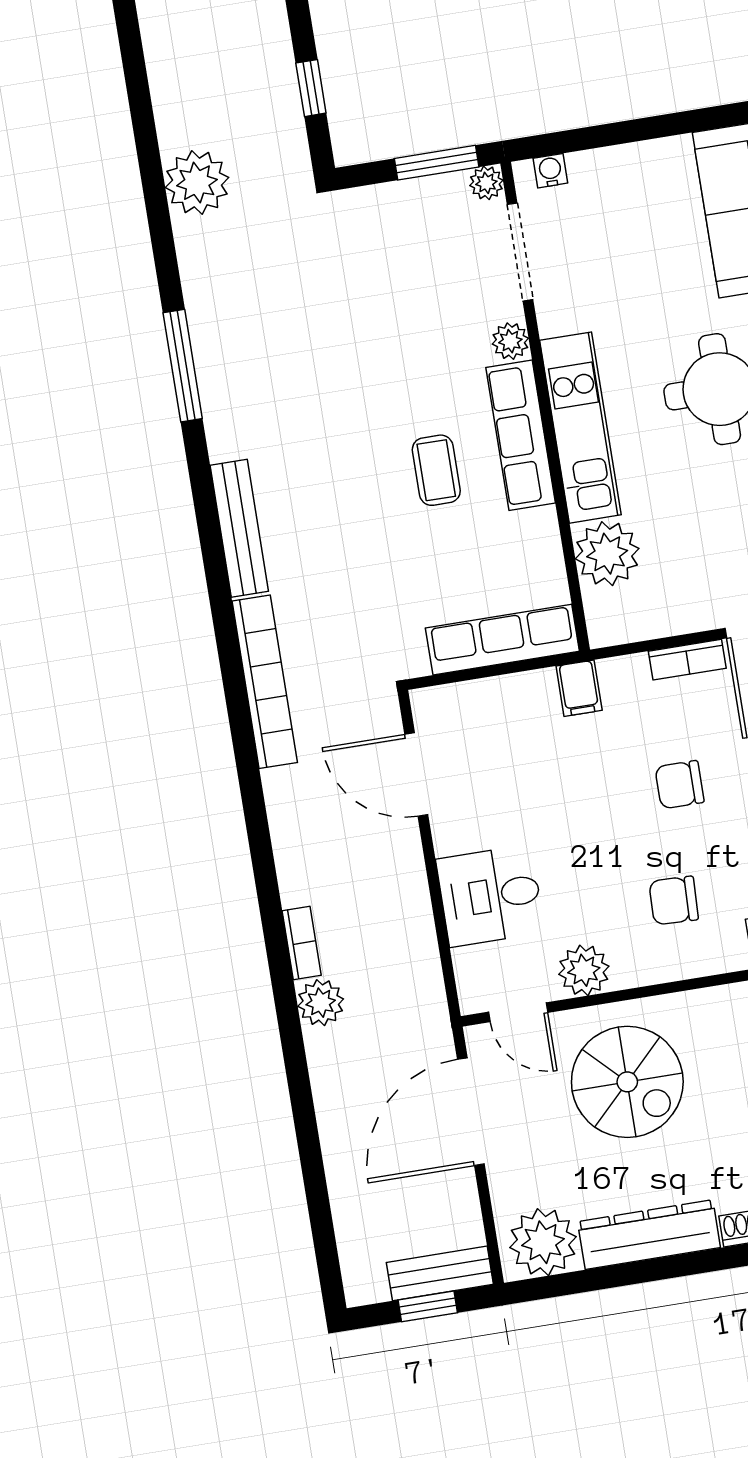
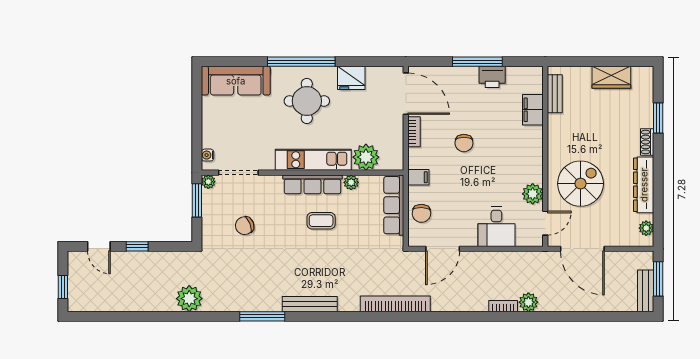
window: (311, 88) -> (137, 246), moved
chair: (395, 288) -> (245, 226), added
plant: (510, 341) -> (351, 182), moved
bench: (239, 528) -> (310, 304), moved
chair: (674, 900) -> (421, 213), moved
plant: (543, 1242) -> (646, 228), width x0.53, depth x0.53
bench: (440, 1273) -> (646, 291), moved
window: (428, 1306) -> (658, 279), width x1.50

